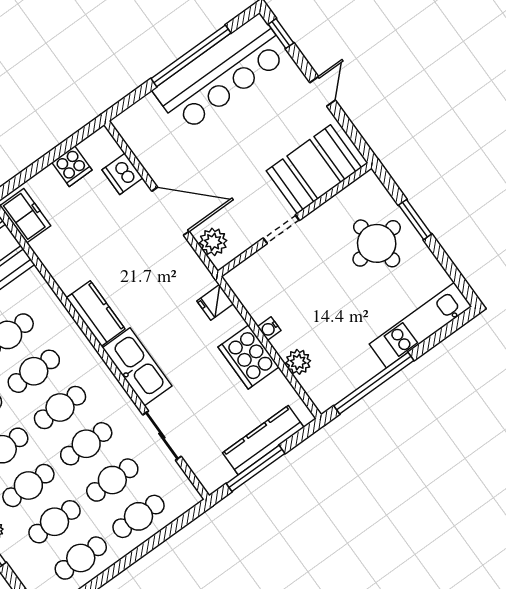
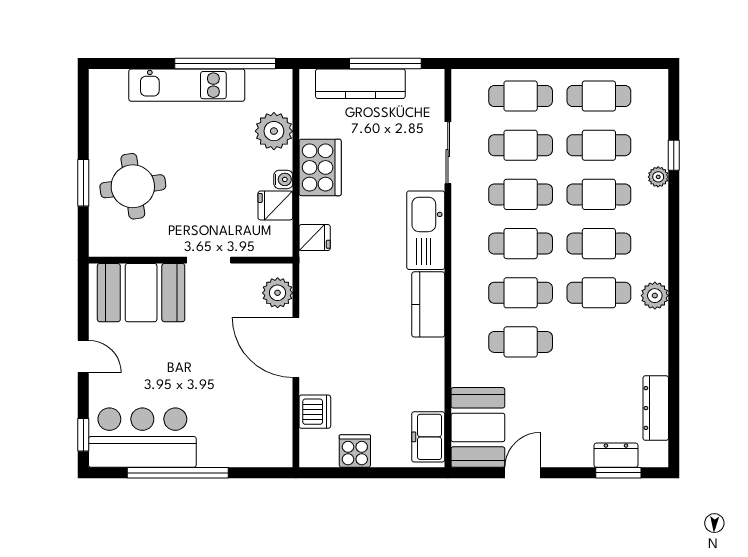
bar counter: (221, 73) -> (142, 438), width x0.73
door: (323, 91) -> (83, 357), swing flipped
fridge: (261, 305) -> (275, 205), added
kitchen unit: (420, 325) -> (187, 85), moved
plant: (298, 362) -> (274, 131), width x1.36, depth x1.36

